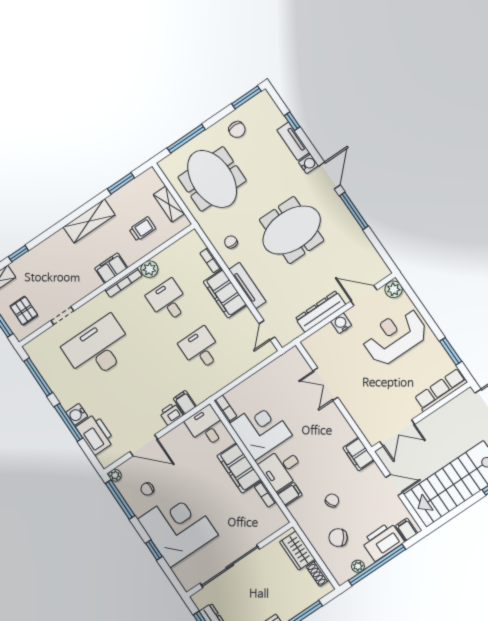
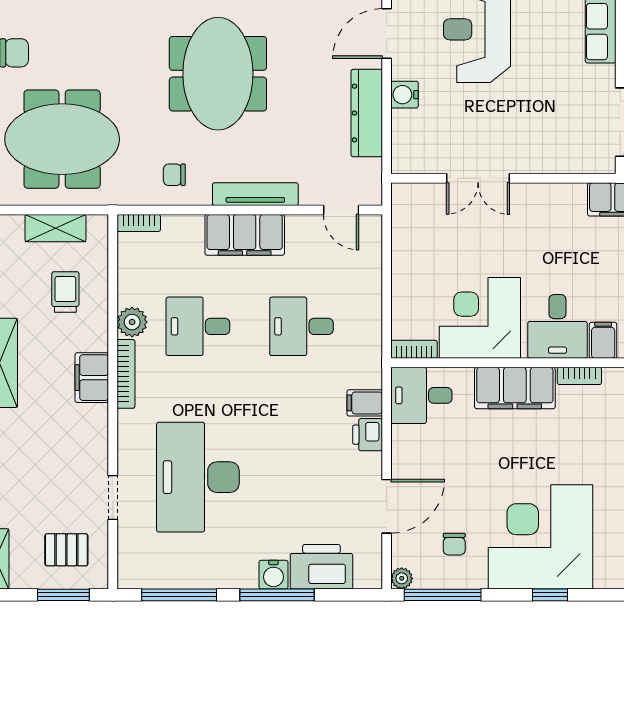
bookcase: (211, 260) -> (139, 223), moved

